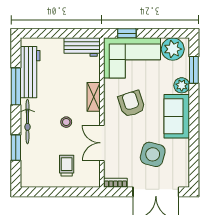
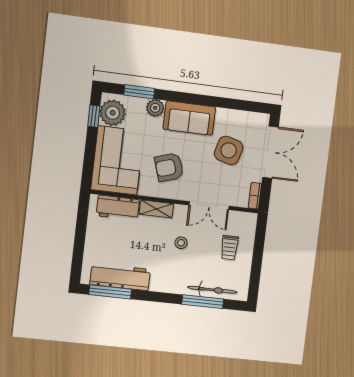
window: (127, 33) -> (94, 116), moved
workbench: (82, 47) -> (118, 208), moved, turned 90
window: (16, 86) -> (110, 292), moved
bicycle: (27, 122) -> (212, 290), moved
window: (16, 148) -> (203, 302), width x1.44
trolley: (67, 166) -> (229, 248), turned -90

